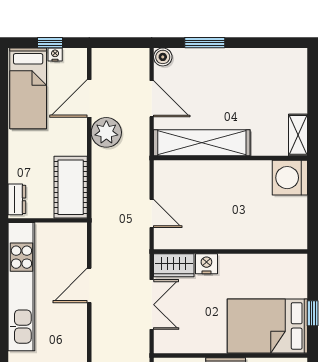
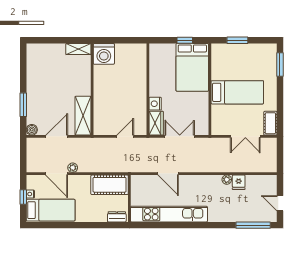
plant: (106, 132) -> (73, 168), width x0.53, depth x0.53
shelving: (202, 143) -> (83, 116), width x0.68

